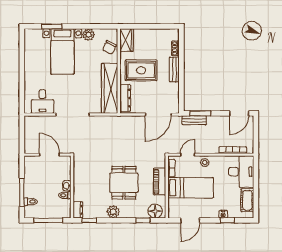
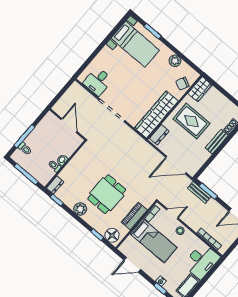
bed with nightstands: (62, 51) -> (135, 44), moved, turned -90
dresser: (125, 98) -> (159, 135), width x0.70

